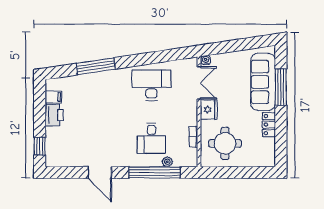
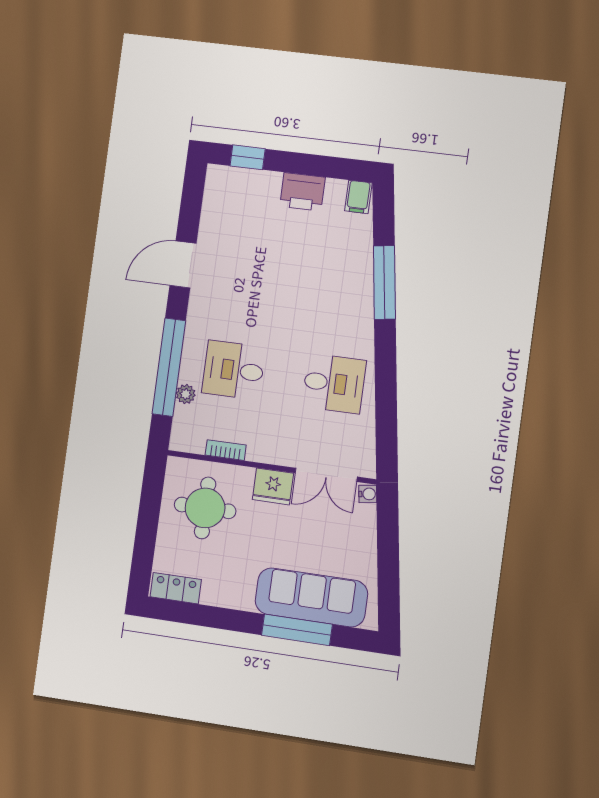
desk: (151, 85) -> (334, 384), width x0.73
filing cabinet: (53, 97) -> (358, 197), moved
locker: (269, 125) -> (176, 588), moved

